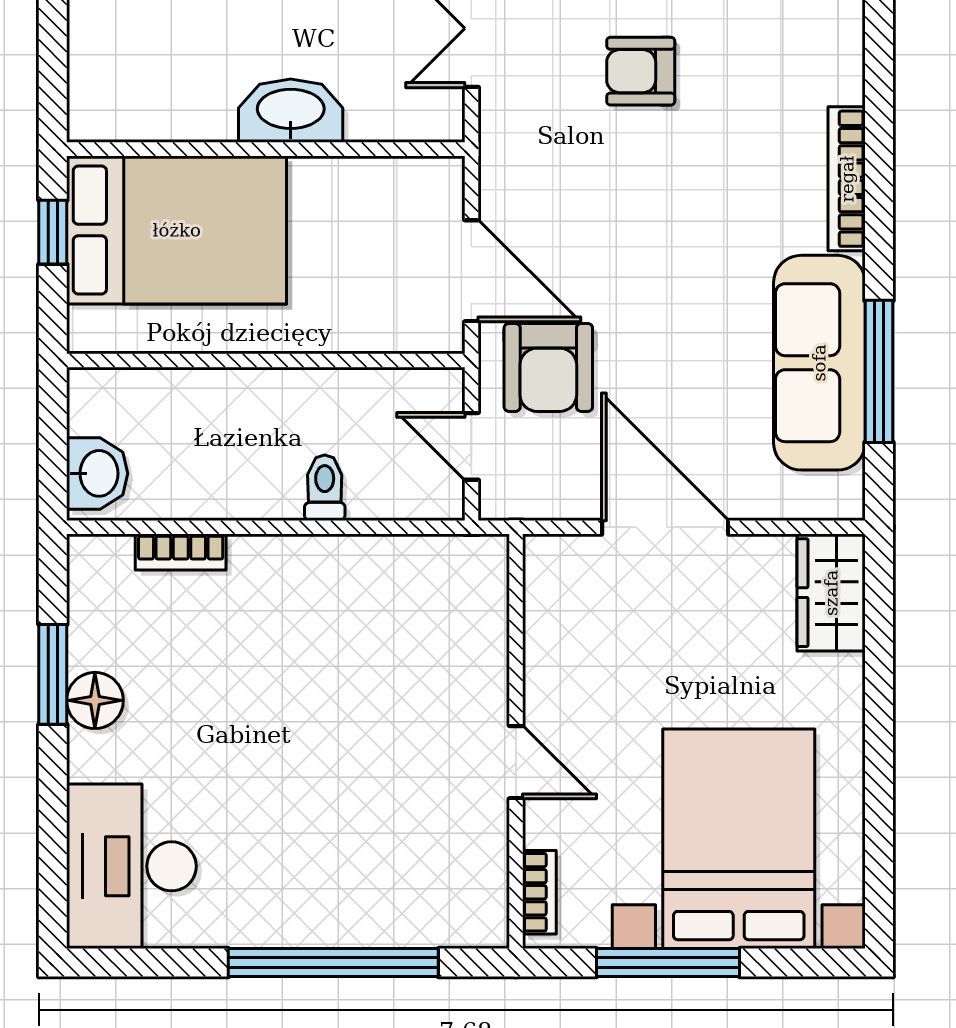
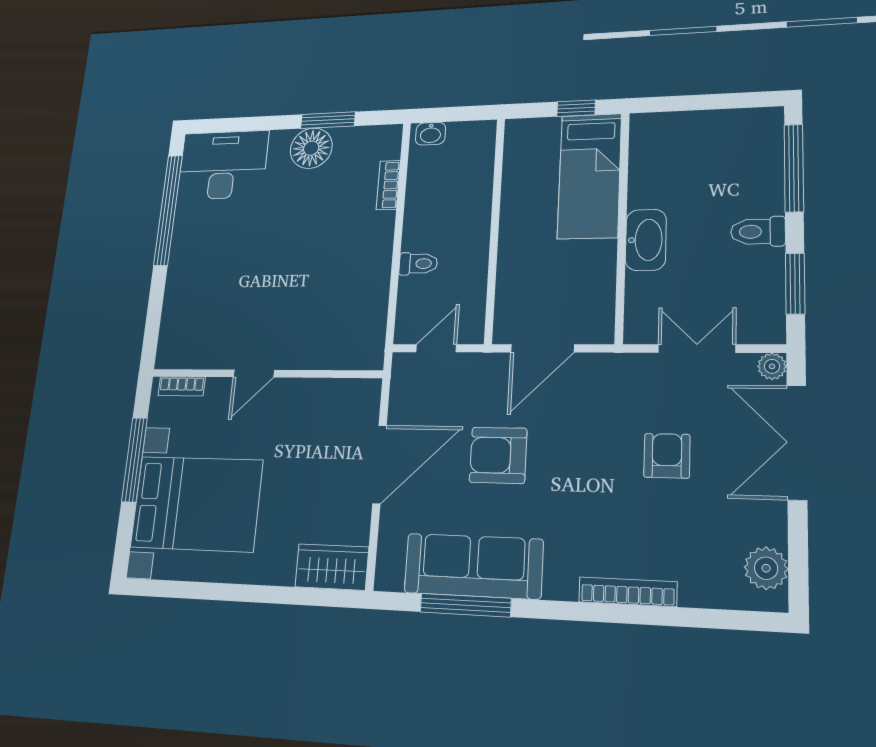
bookcase: (847, 179) -> (628, 592), moved
bed: (177, 230) -> (589, 176), width x0.67
armchair: (548, 367) -> (498, 455), moved
washbasin: (97, 473) -> (431, 134), width x0.72, depth x0.69
floor lamp: (95, 700) -> (311, 148), width x1.38, depth x1.38
window: (333, 963) -> (168, 210), moved

